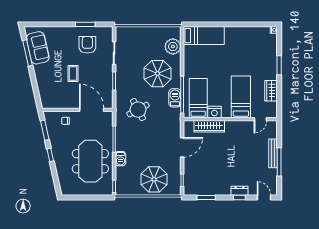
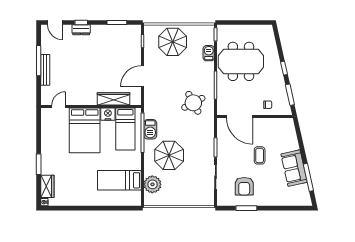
bed: (204, 36) -> (119, 180), moved
sofa: (38, 48) -> (294, 168), moved
wardrobe: (271, 91) -> (47, 186), moved
bed: (241, 97) -> (85, 130), width x1.50
round table: (138, 110) -> (193, 103), moved
barbecue: (120, 159) -> (209, 53), moved
meeting table: (90, 161) -> (241, 61), turned 90

